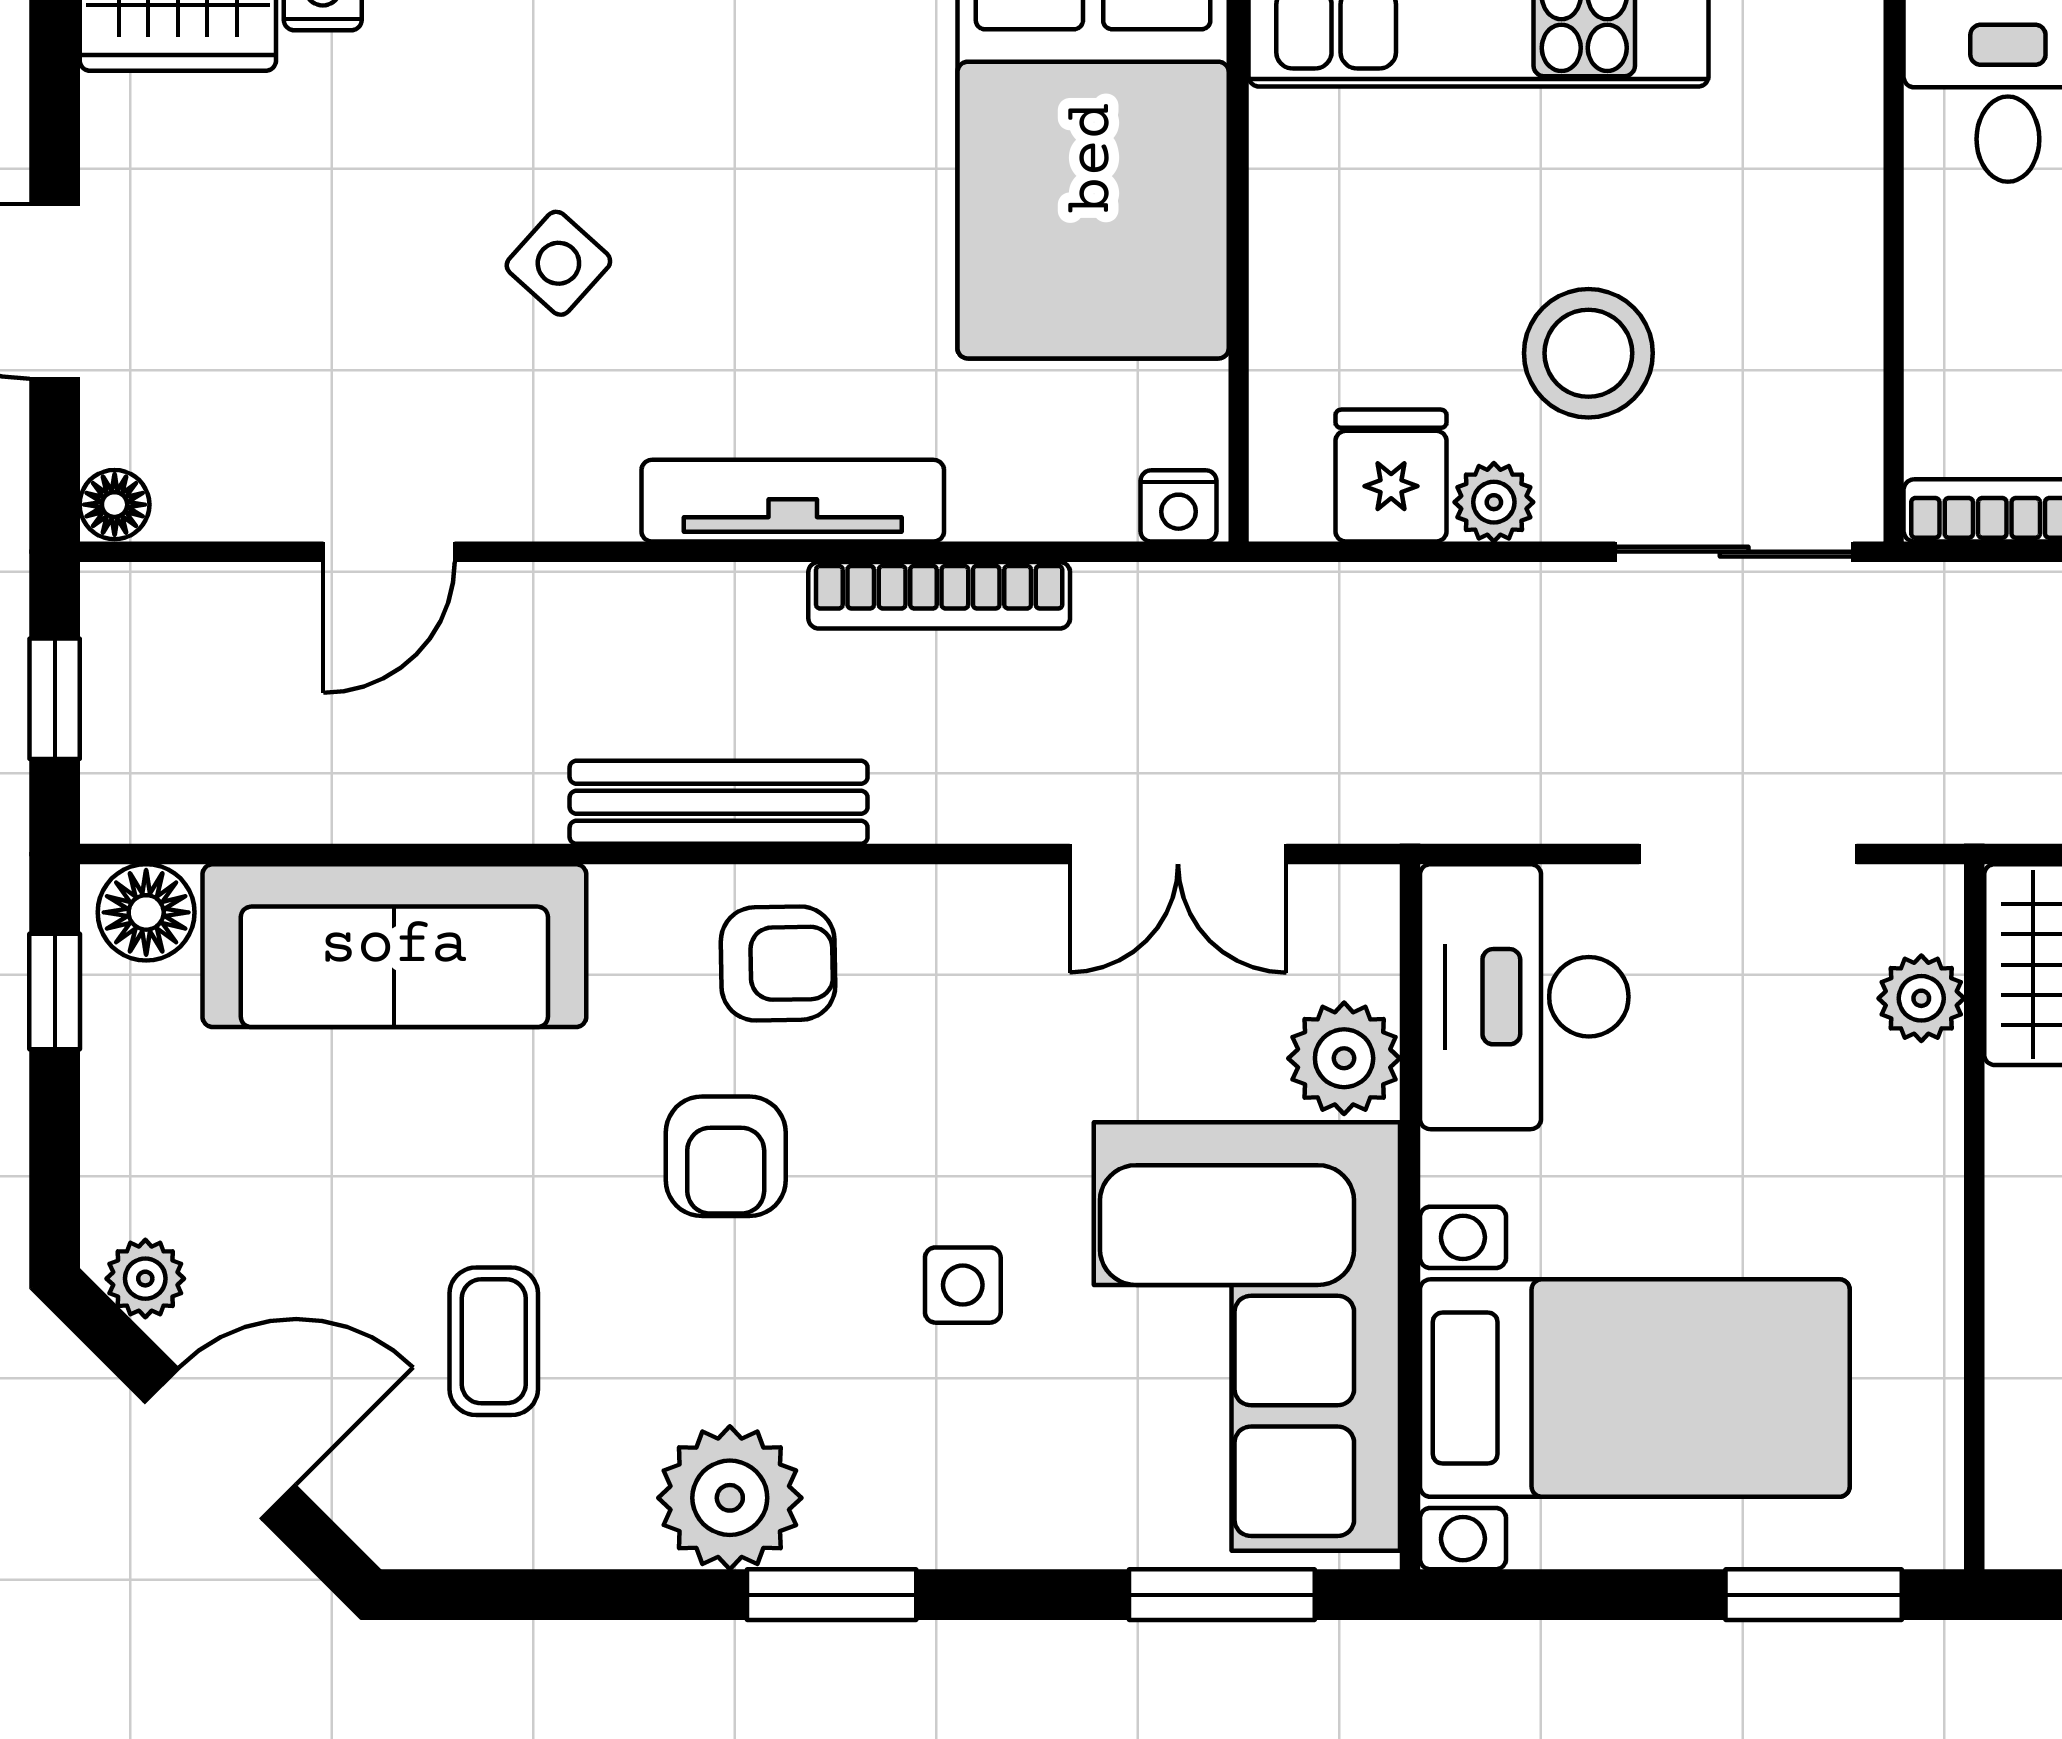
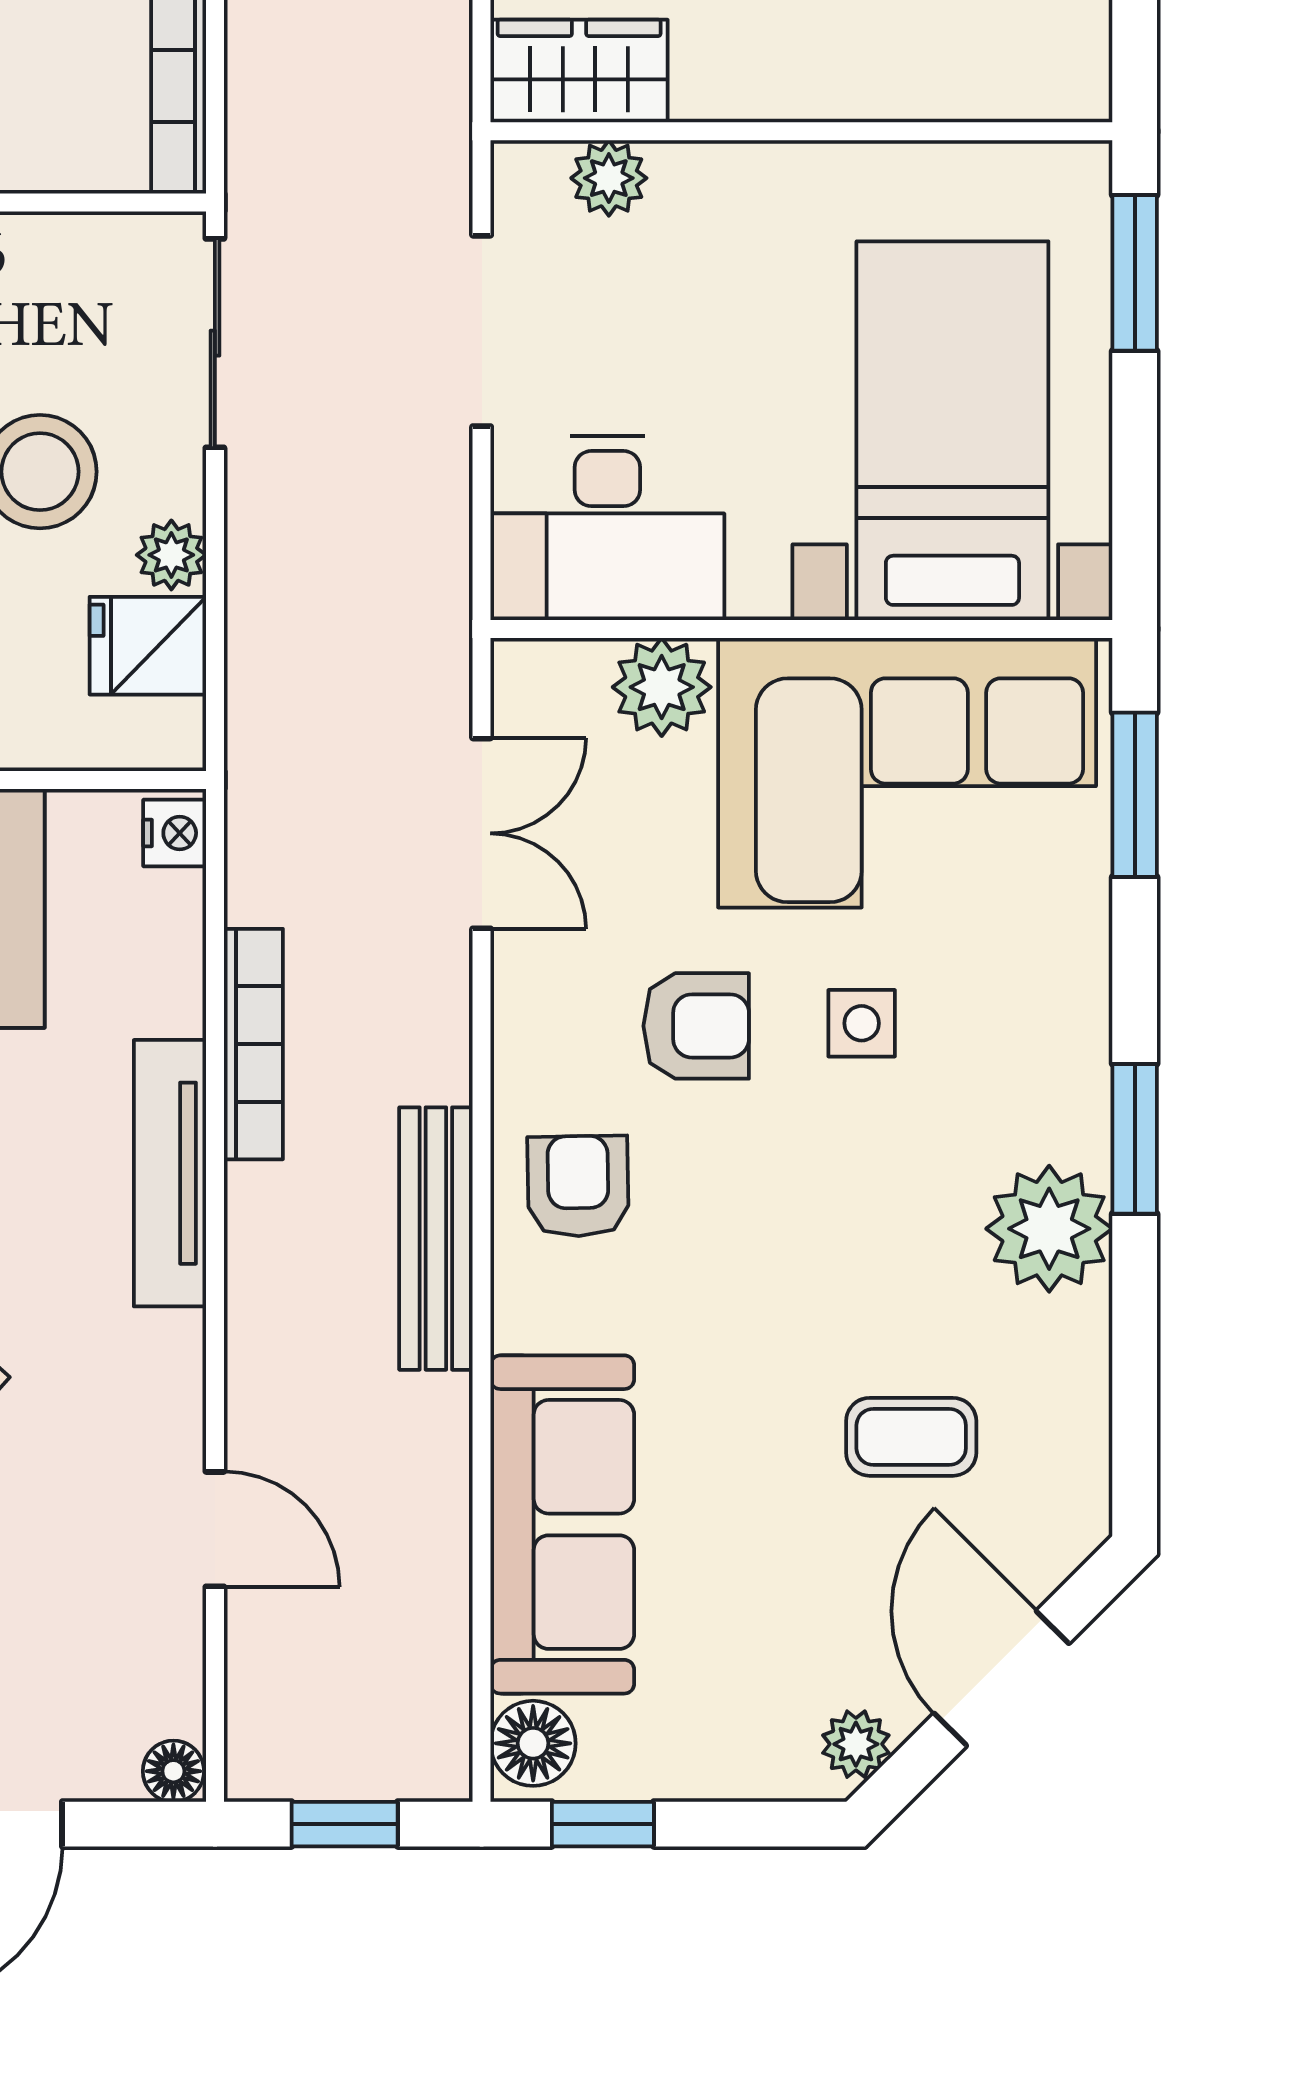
armchair: (726, 1156) -> (696, 1026), moved

